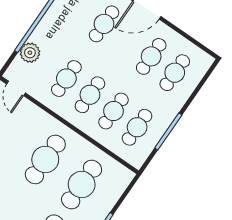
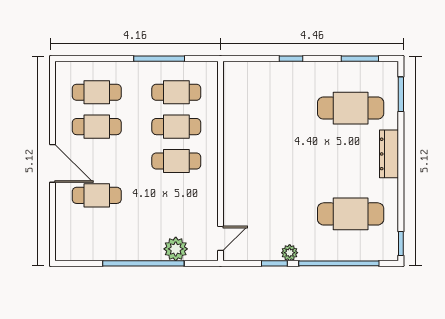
cafe table: (66, 78) -> (176, 195), removed
cafe table: (45, 159) -> (271, 161), removed
cafe table: (82, 184) -> (271, 108), removed

